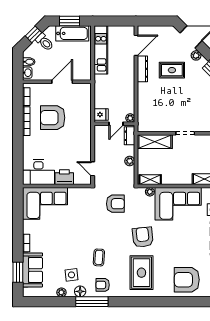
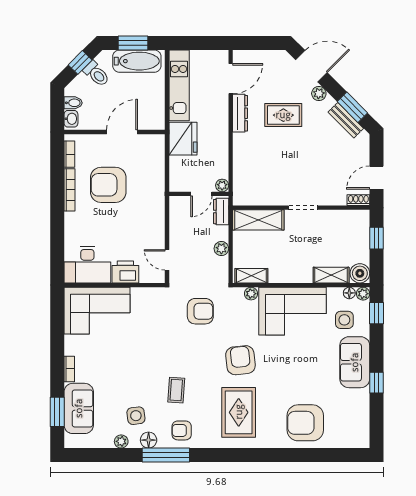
fridge: (101, 114) -> (183, 139), moved, width x1.88, depth x1.34

